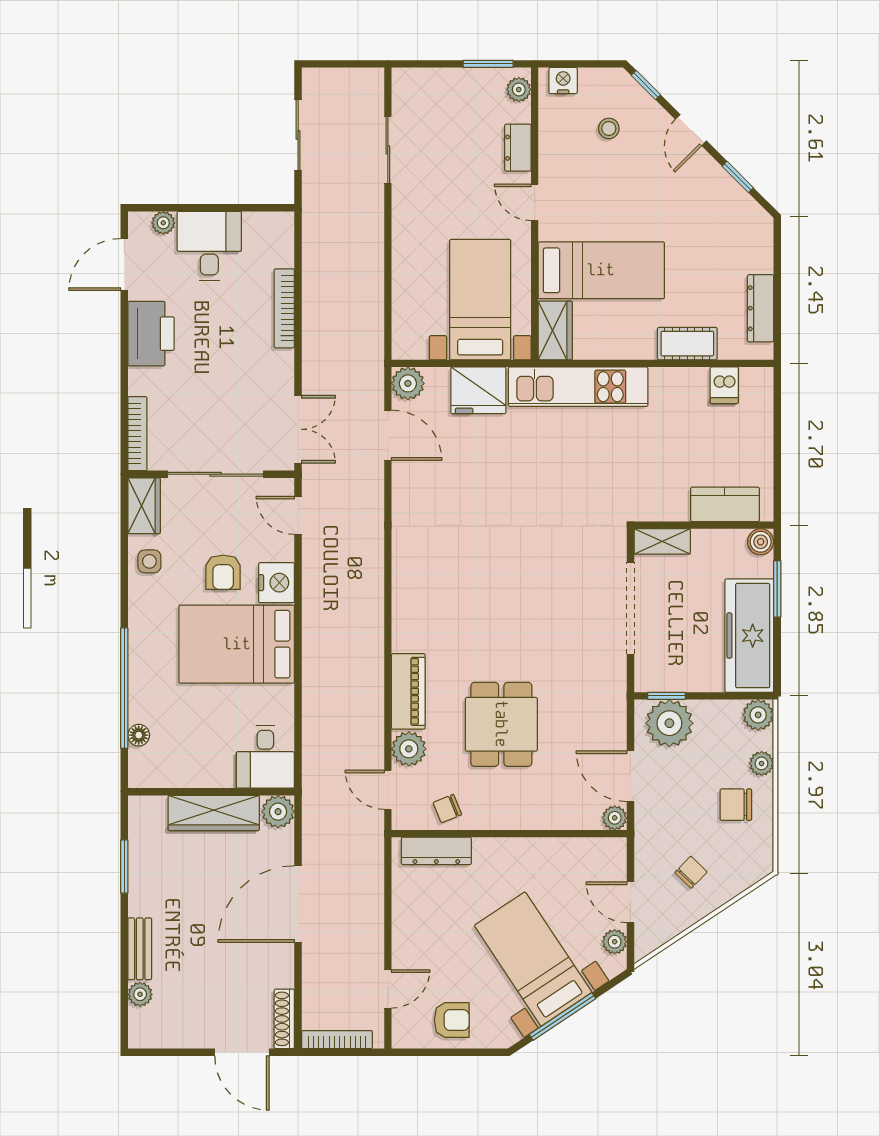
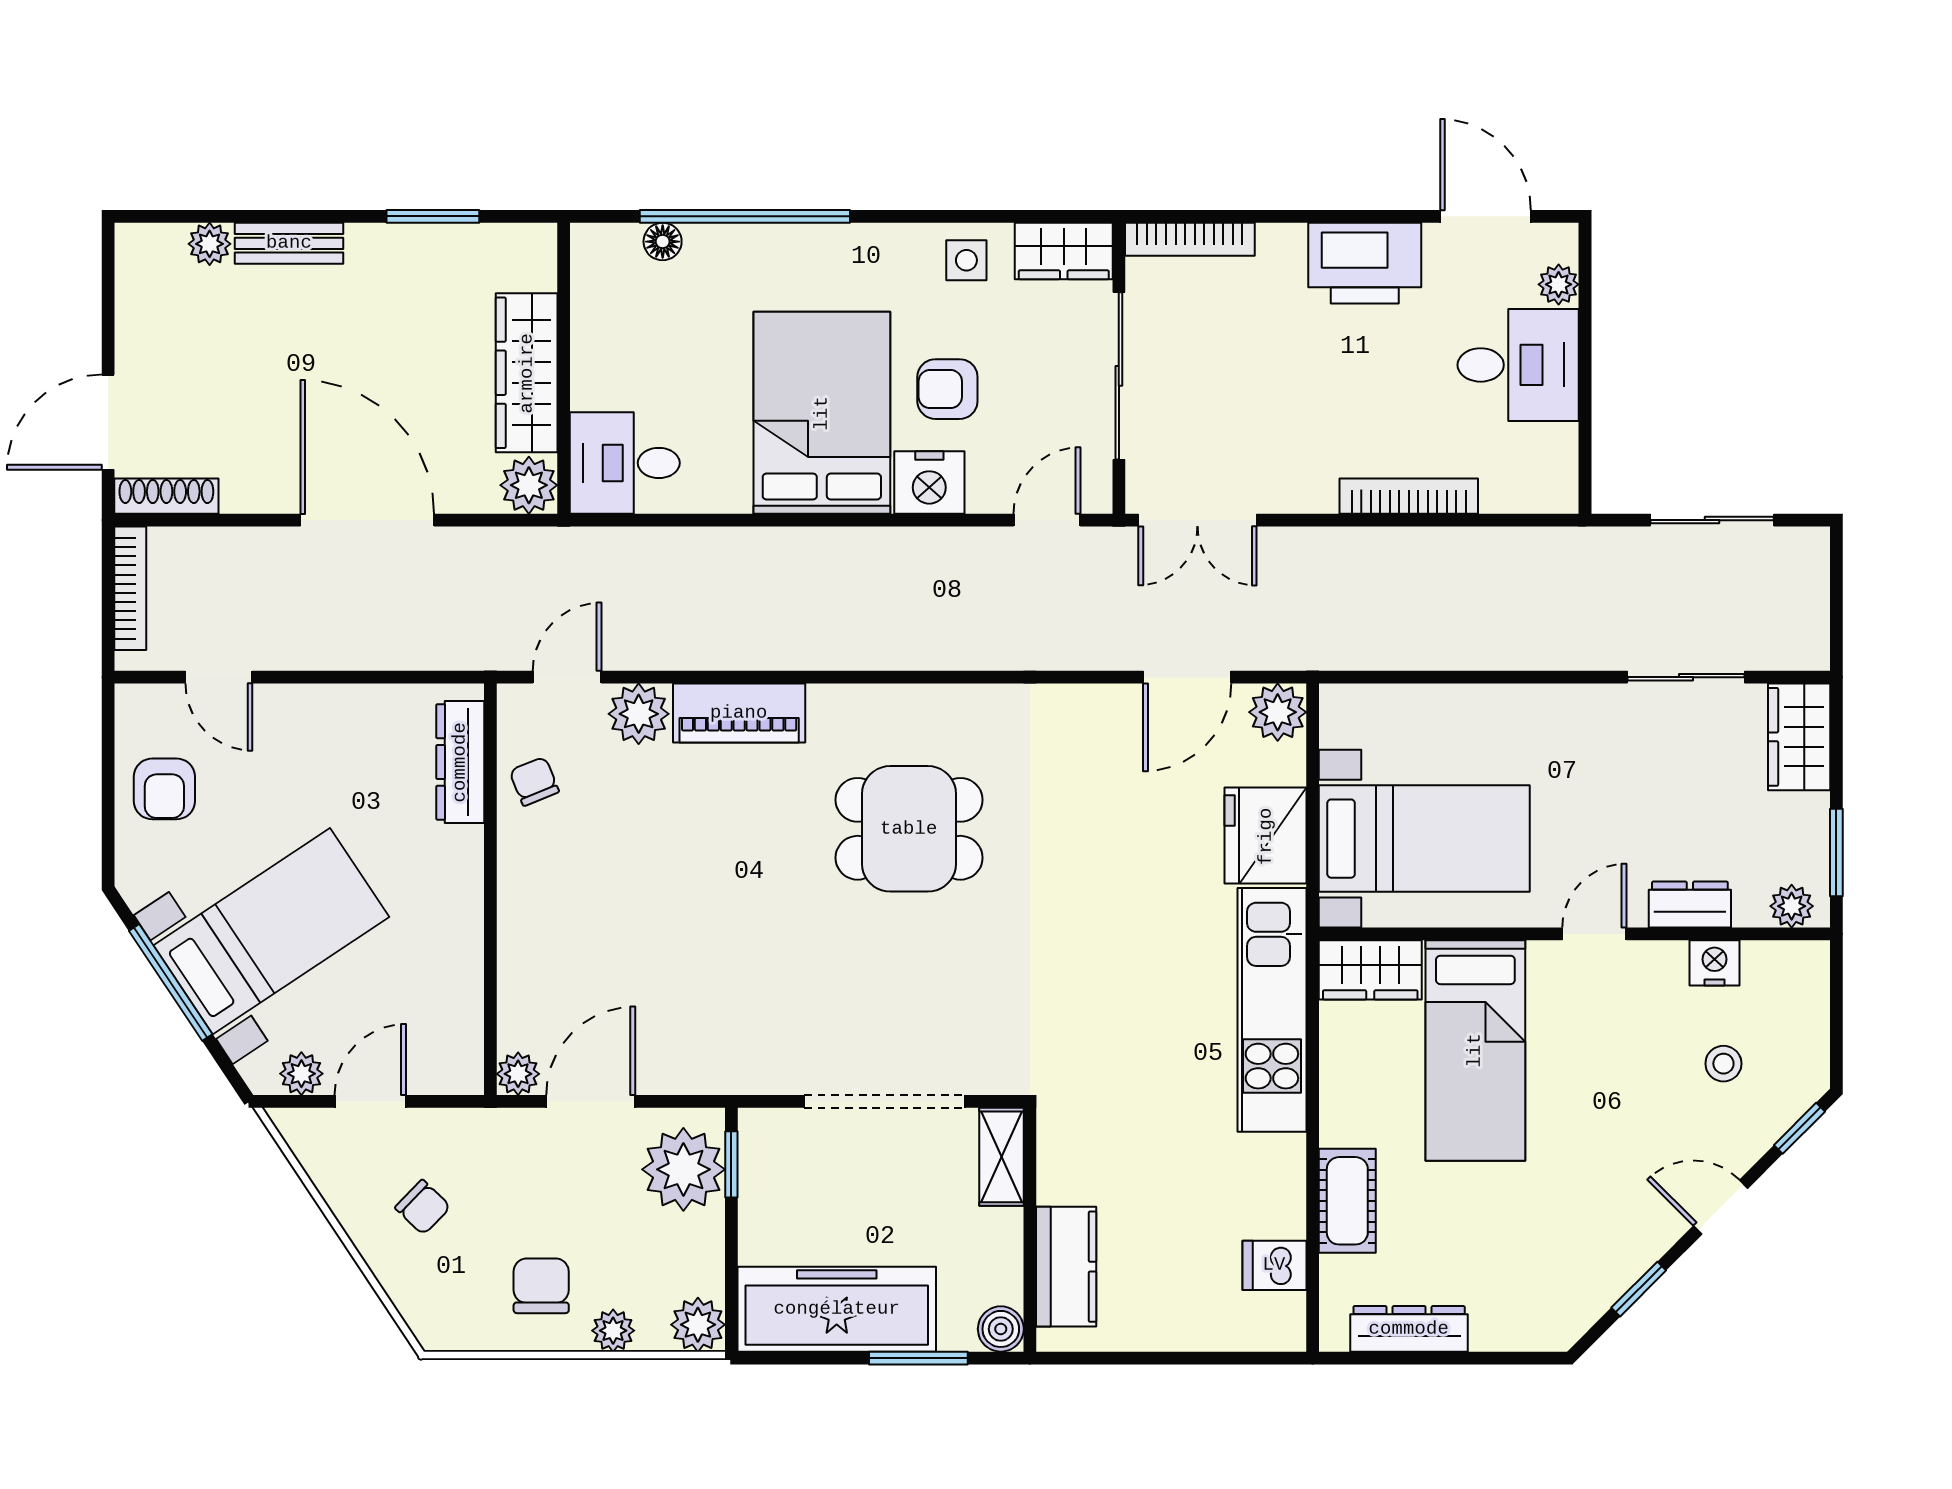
nightstand: (563, 81) -> (1715, 963), moved, turned -90
wardrobe: (422, 85) -> (1799, 737), added
dining table: (501, 724) -> (909, 829), moved

